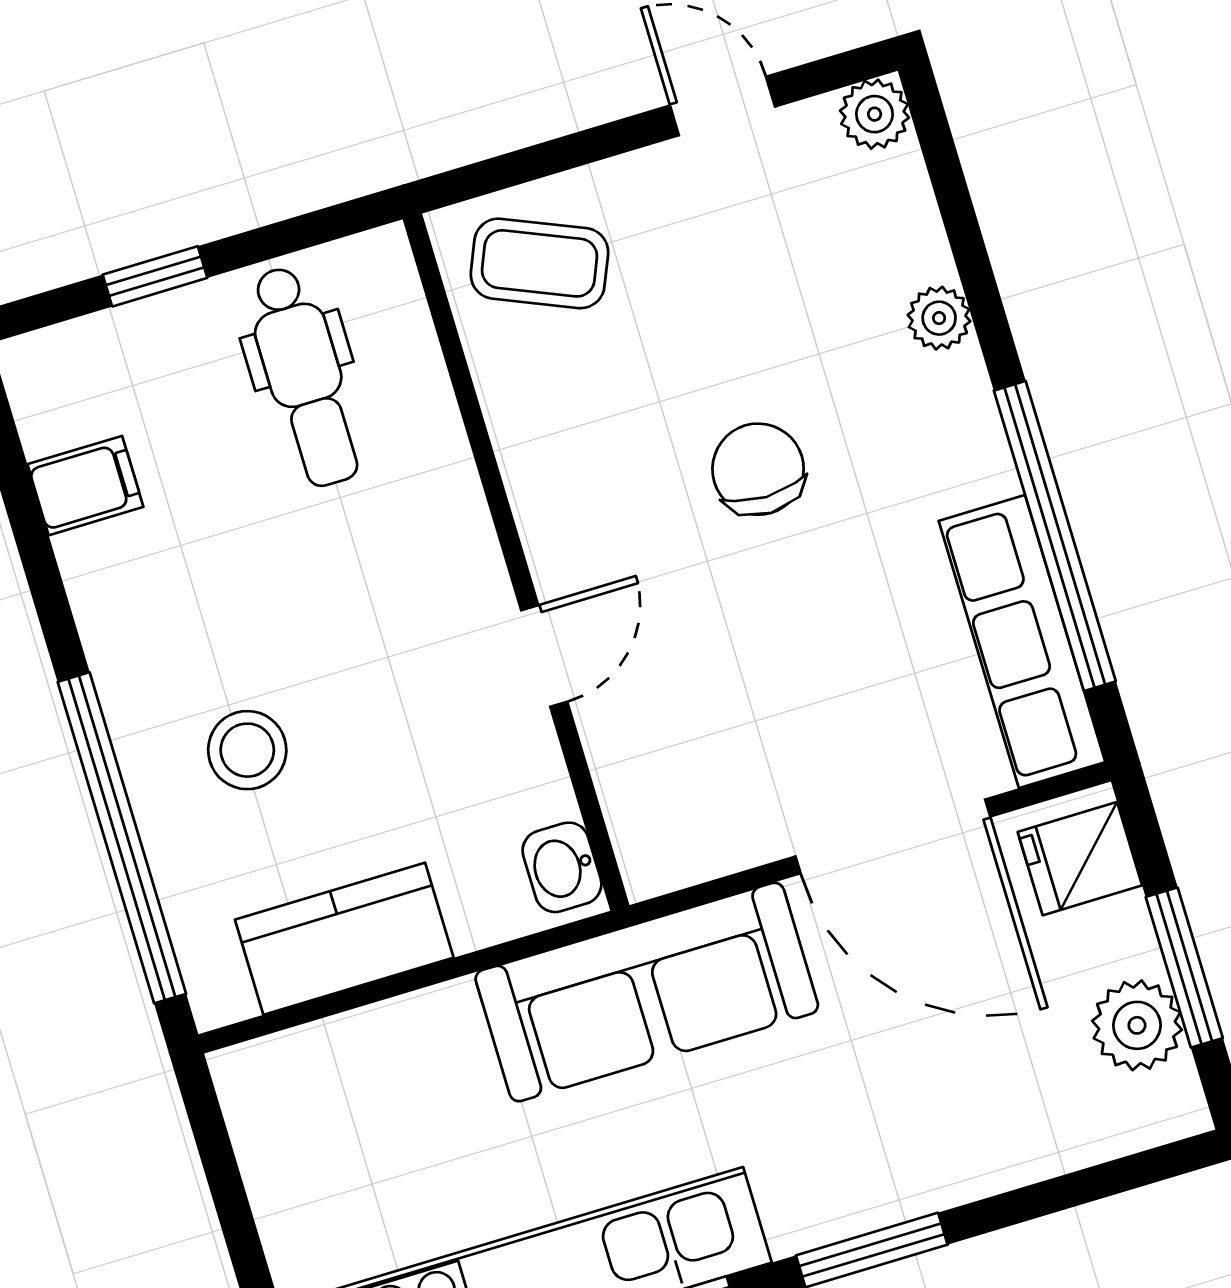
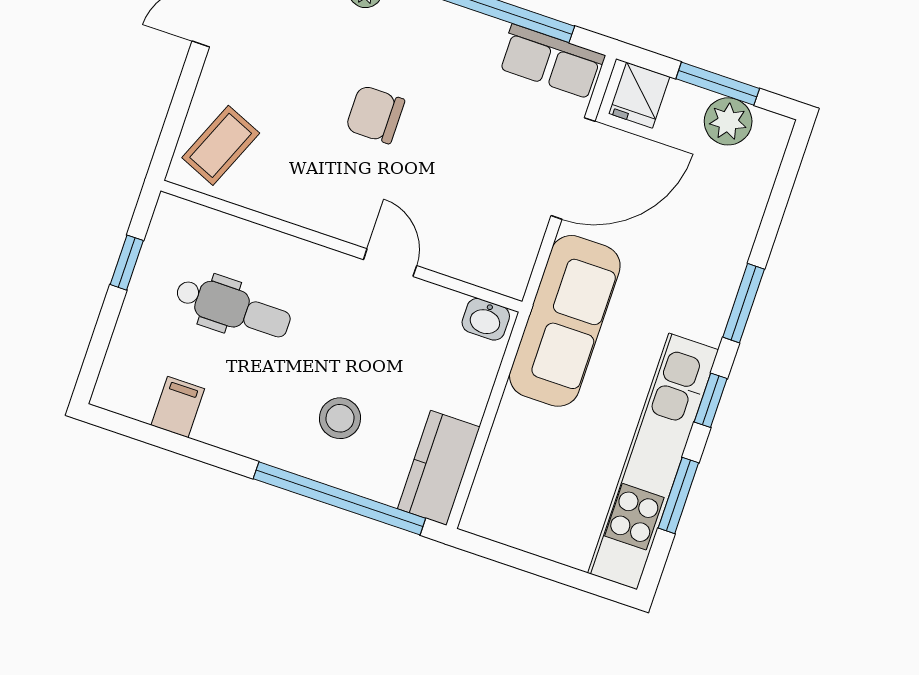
window: (155, 276) -> (127, 263), moved
dental chair: (305, 376) -> (233, 308), moved
row of seats: (1022, 642) -> (551, 62), width x0.68
kitchen counter: (344, 939) -> (439, 468), moved

